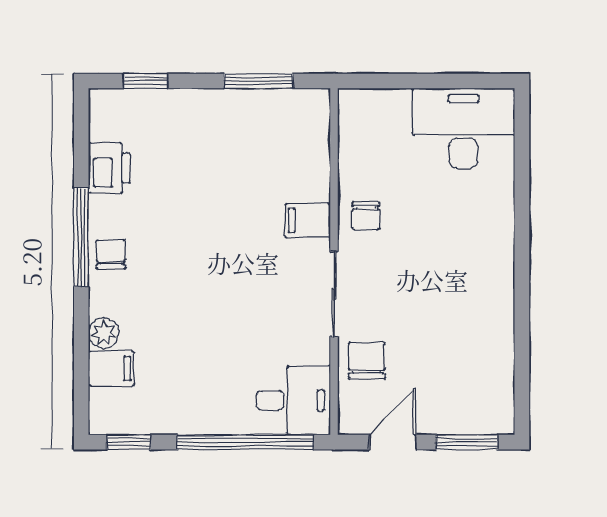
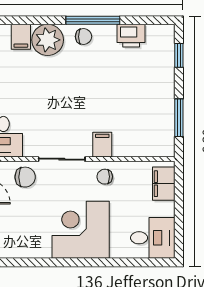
filing cabinet: (379, 109) -> (164, 184), added
desk: (463, 128) -> (153, 238), width x0.73
corner desk: (463, 260) -> (81, 230), added
plant: (104, 333) -> (48, 40), width x1.88, depth x1.88

